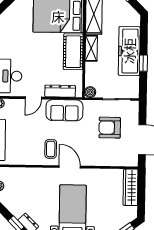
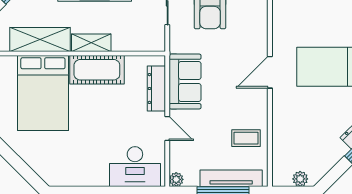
boiler: (90, 92) -> (157, 43), removed
coffee table: (51, 149) -> (246, 138), moved

